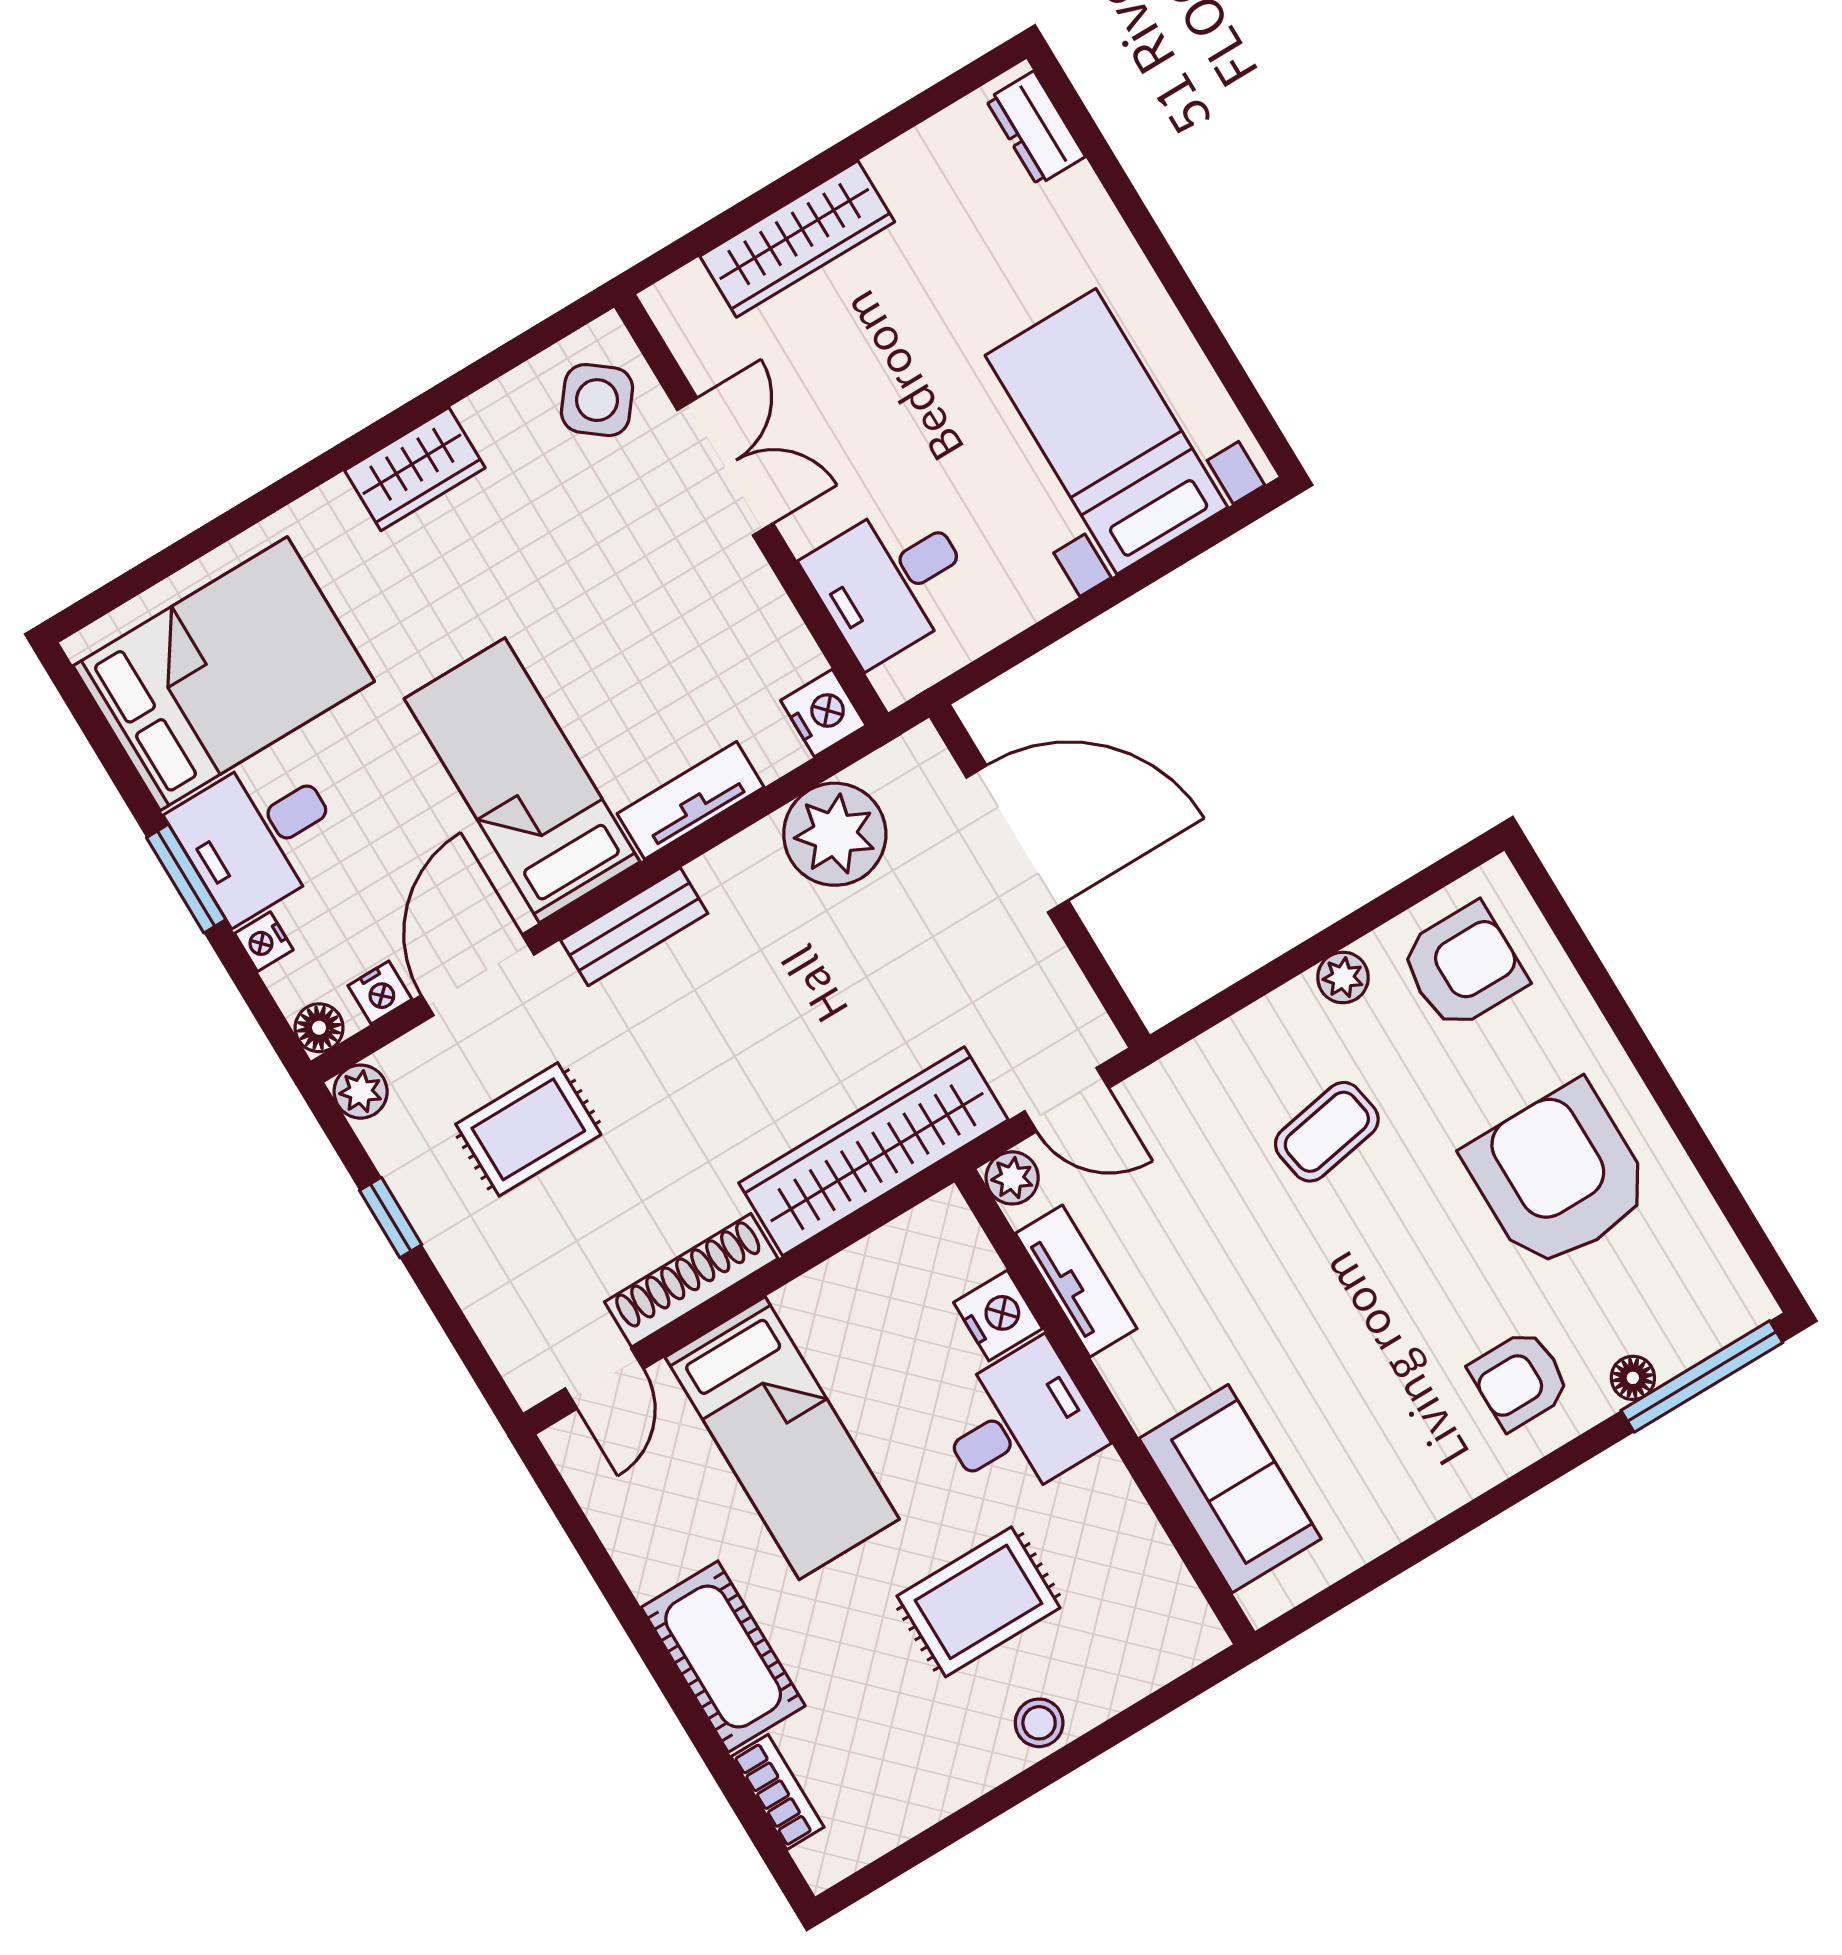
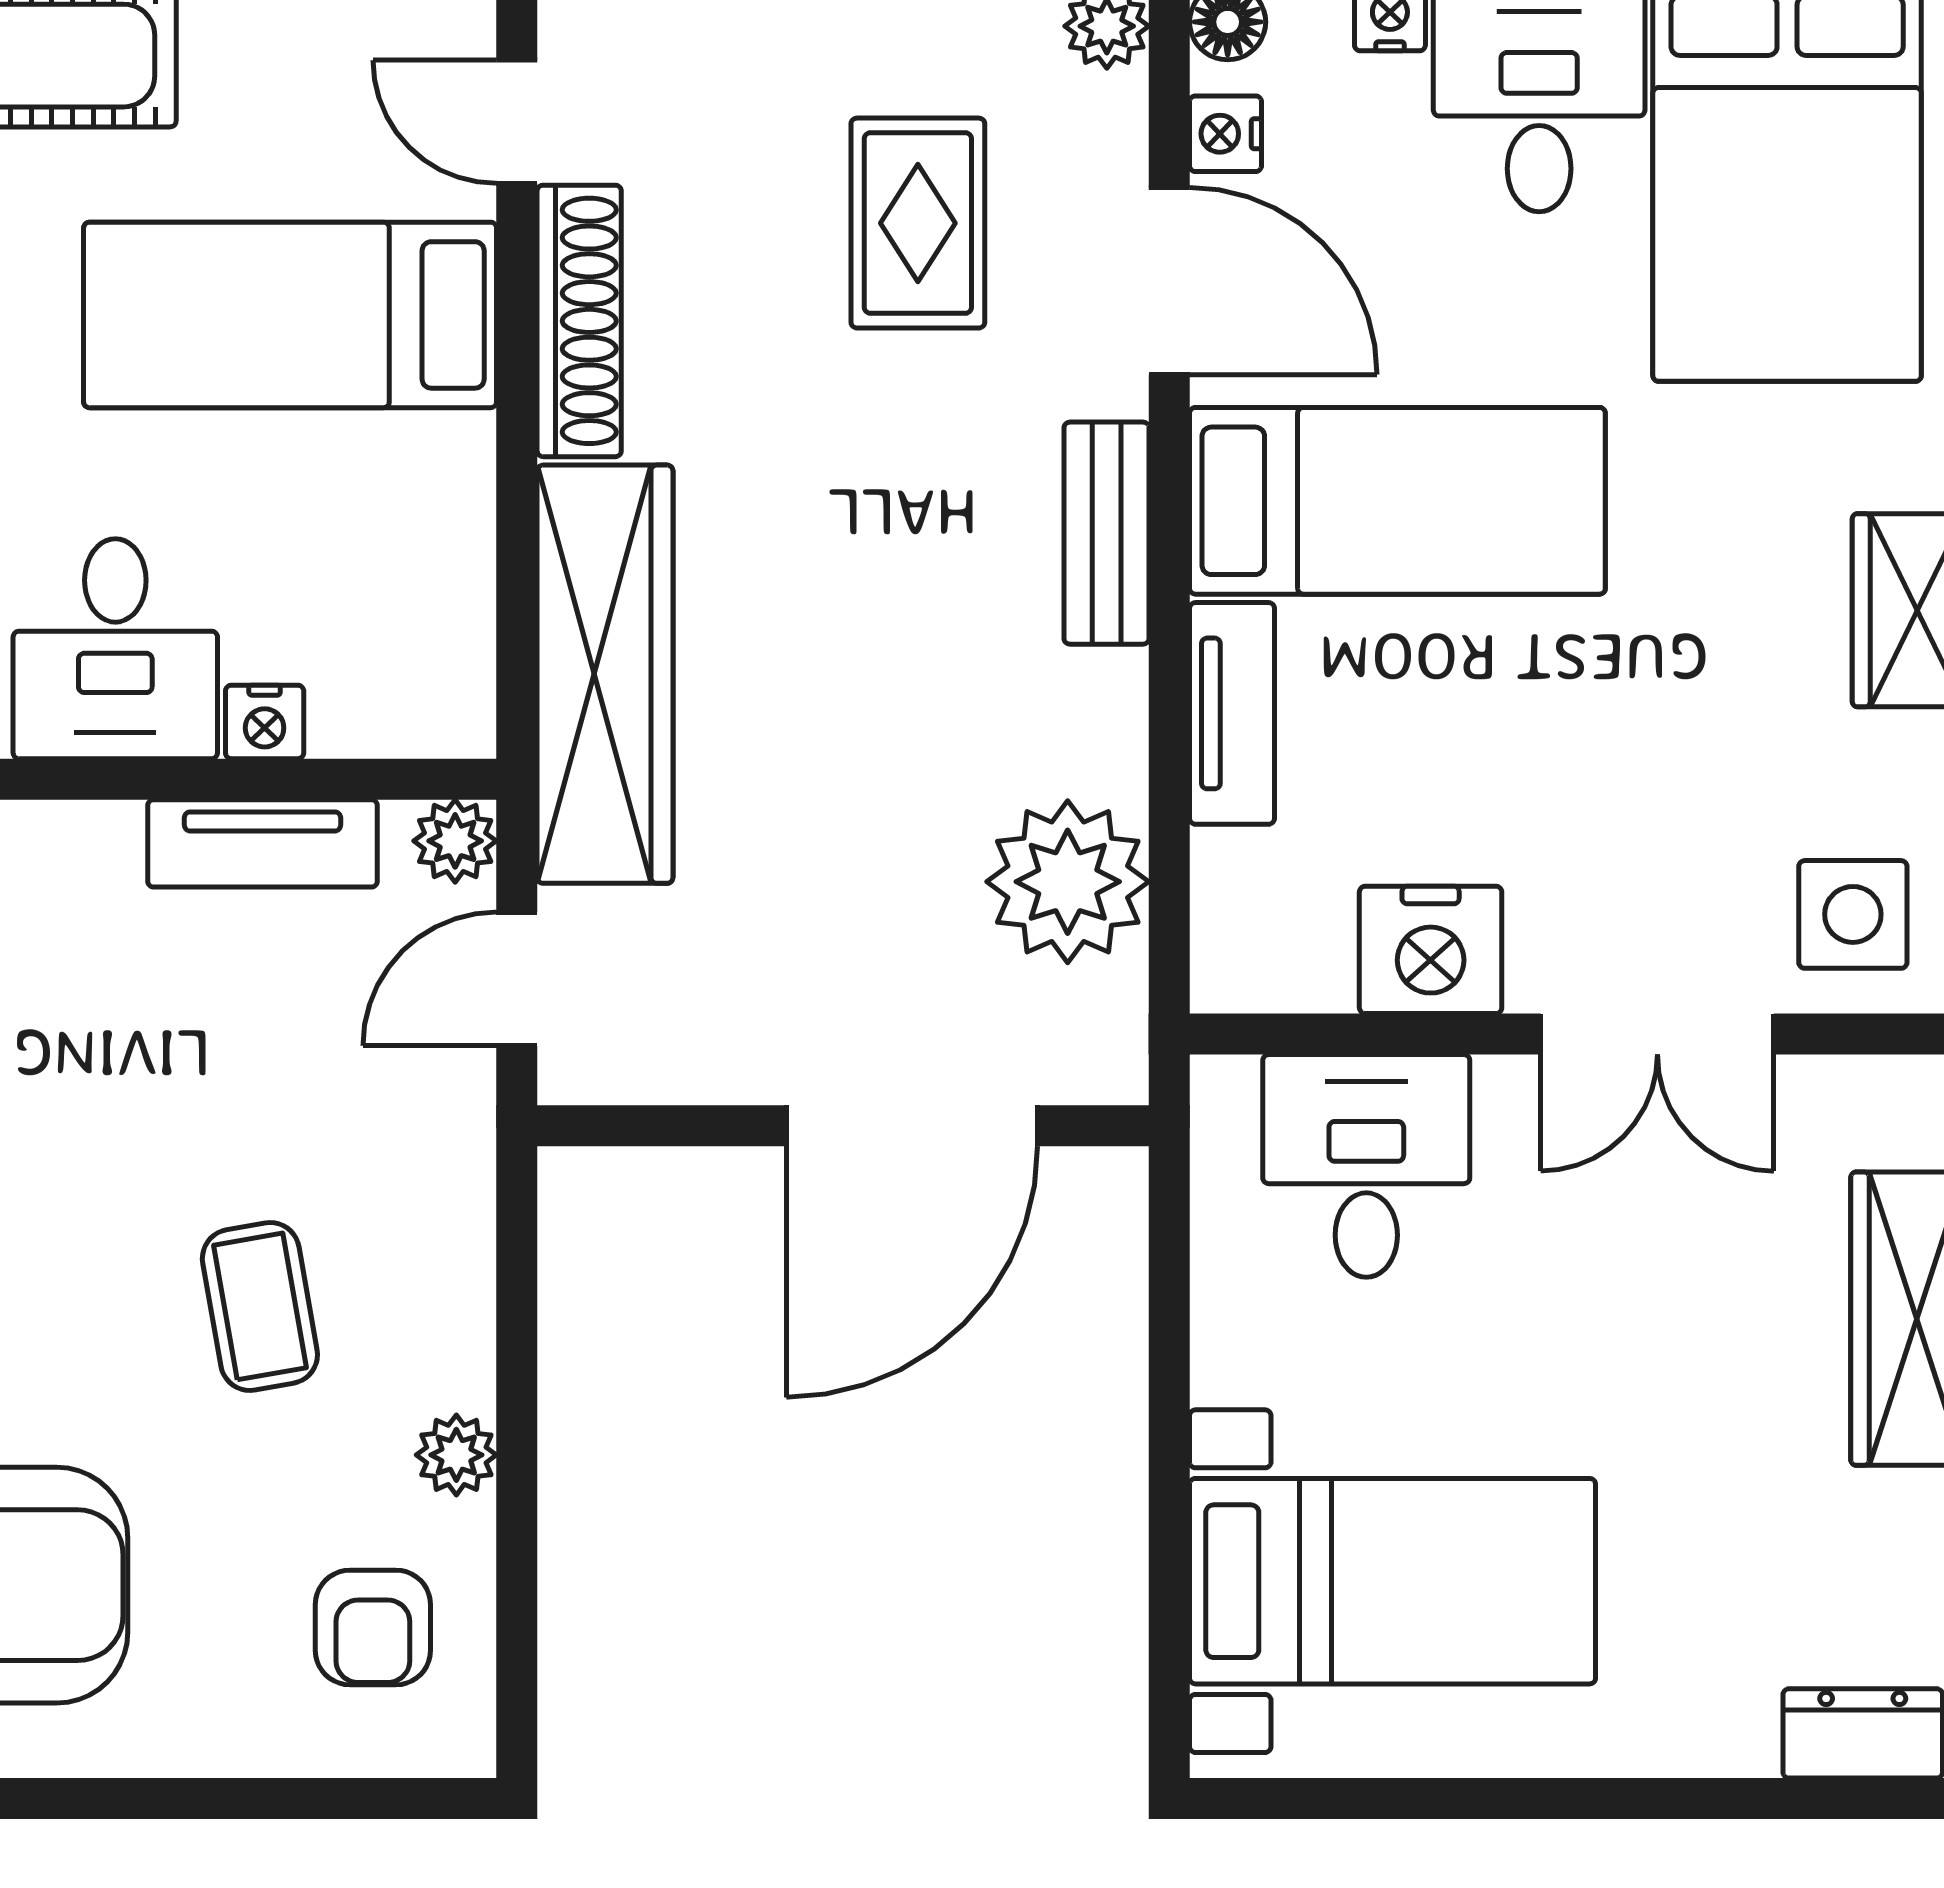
side table: (597, 400) -> (1853, 914), turned -38
nightstand: (823, 713) -> (1431, 950), moved, width x1.36, depth x1.33
armchair: (1463, 966) -> (373, 1627), width x0.72, depth x0.72
nightstand: (998, 1316) -> (265, 722), width x0.72, depth x0.74

